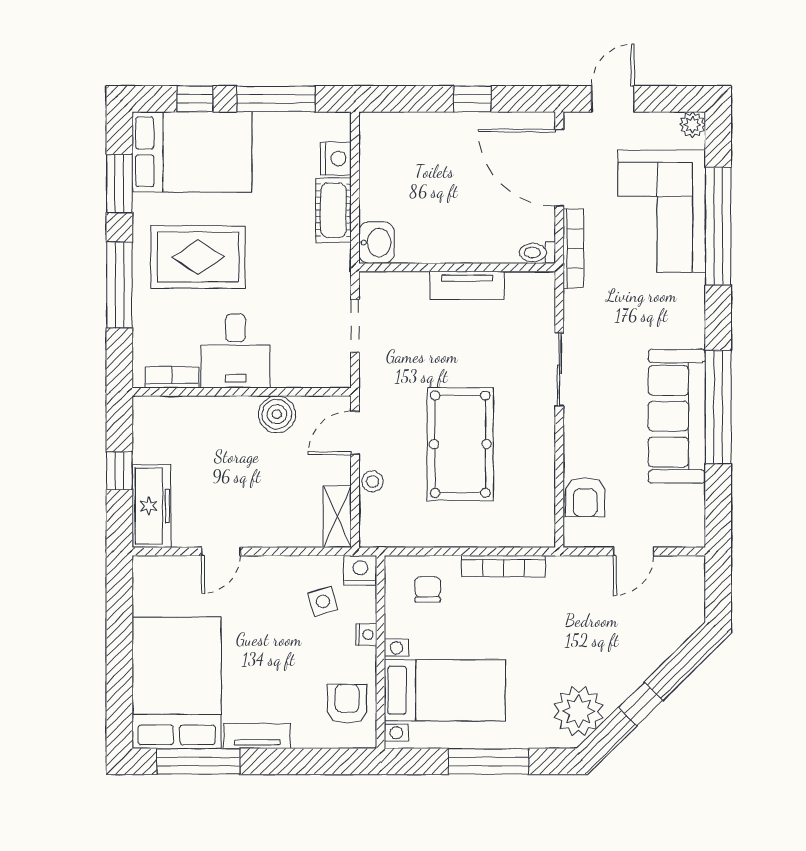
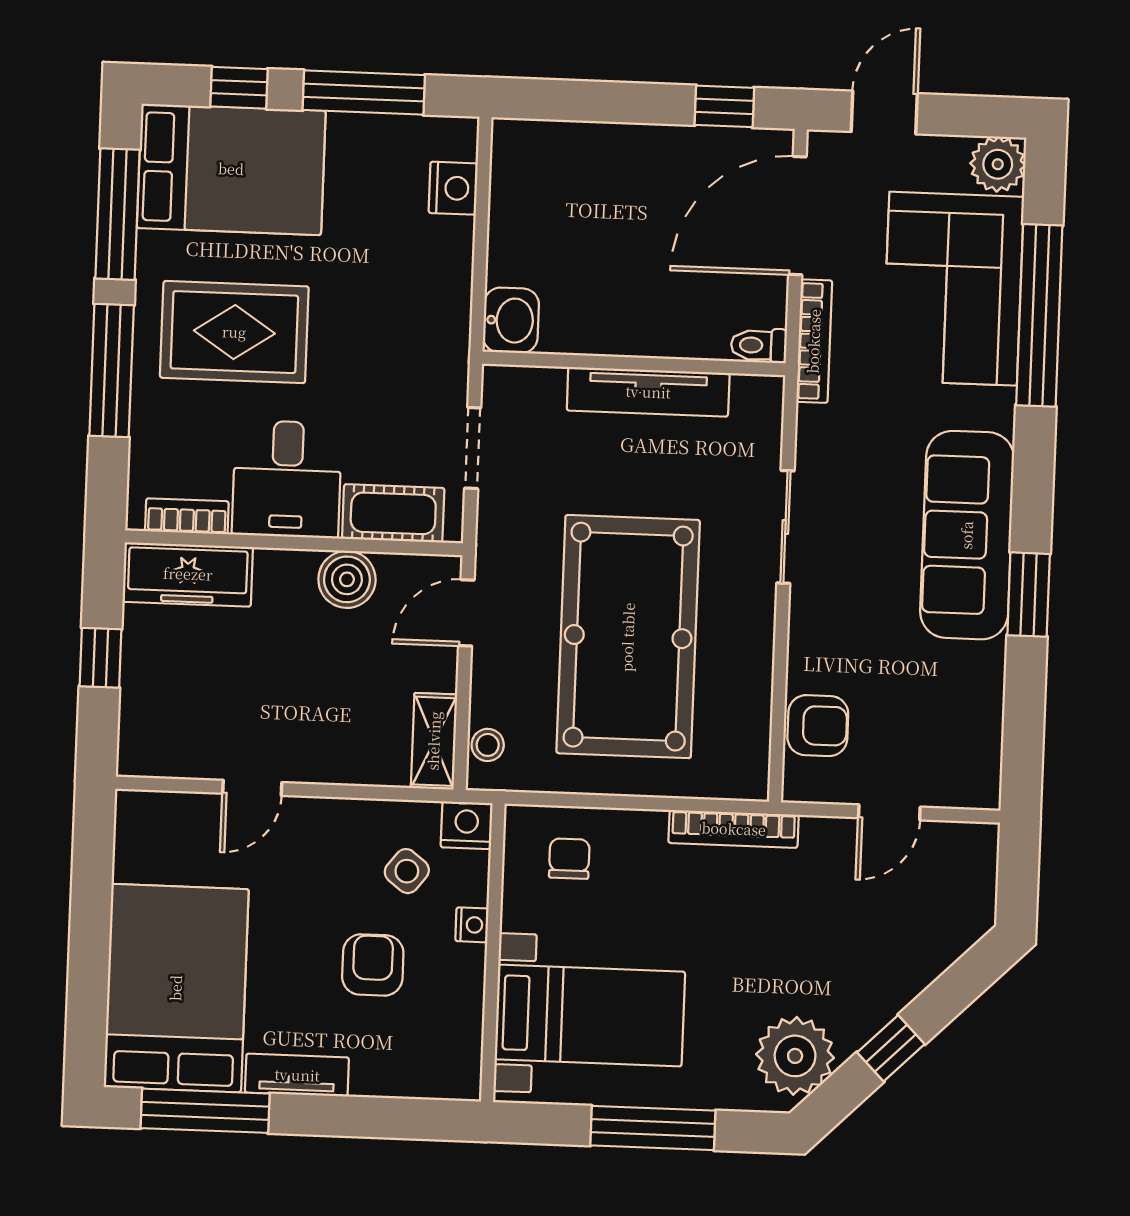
window: (472, 99) -> (724, 106), moved
plant: (692, 125) -> (998, 164), width x1.38, depth x1.38
door: (559, 168) -> (797, 216), hinge flipped
window: (119, 184) -> (118, 214), width x1.44
cot: (333, 210) -> (393, 513), moved, turned 90
tv unit: (467, 285) -> (648, 392), width x1.41
window: (718, 407) -> (1029, 595), width x0.47
sofa: (677, 416) -> (967, 535), moved
pool table: (460, 444) -> (628, 637), width x1.36, depth x1.32
stool: (373, 482) -> (488, 745), moved
armchair: (585, 497) -> (818, 726), turned -90
freezer: (152, 506) -> (188, 574), moved, turned 90
bookcase: (503, 566) -> (734, 829), moved
side table: (323, 601) -> (407, 871), turned -35
armchair: (347, 704) -> (373, 965), moved

